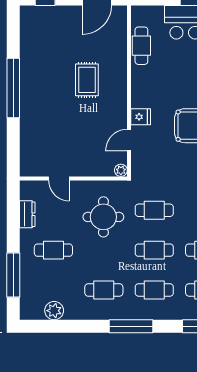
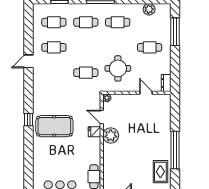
rug: (87, 80) -> (160, 172), moved
plant: (115, 111) -> (111, 135), added
door: (129, 140) -> (102, 117), swing flipped
dresser: (27, 214) -> (166, 83), moved
cafe table: (154, 250) -> (86, 47), removed

